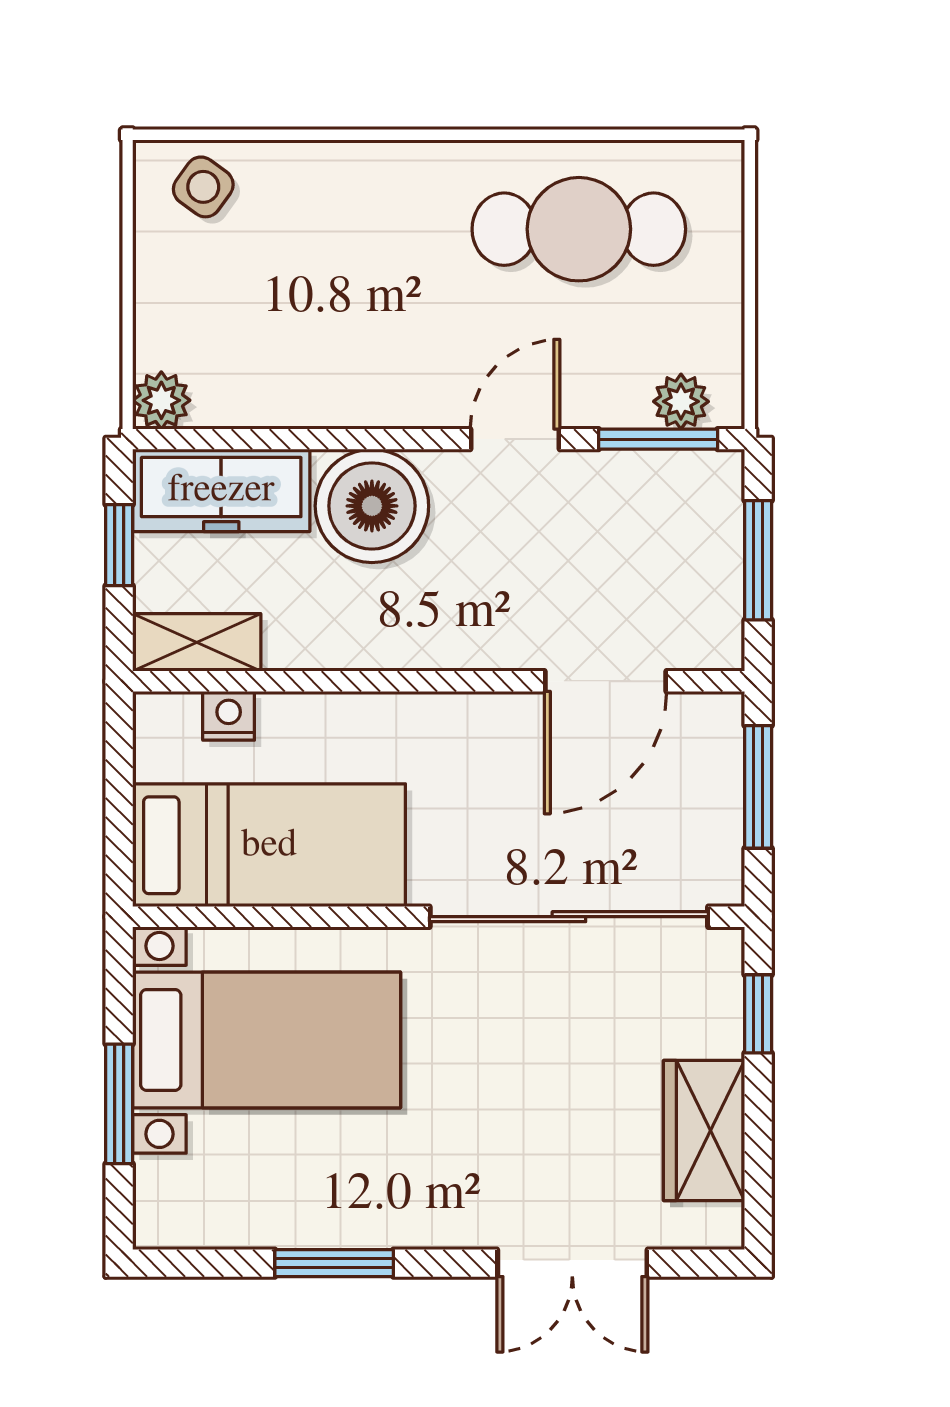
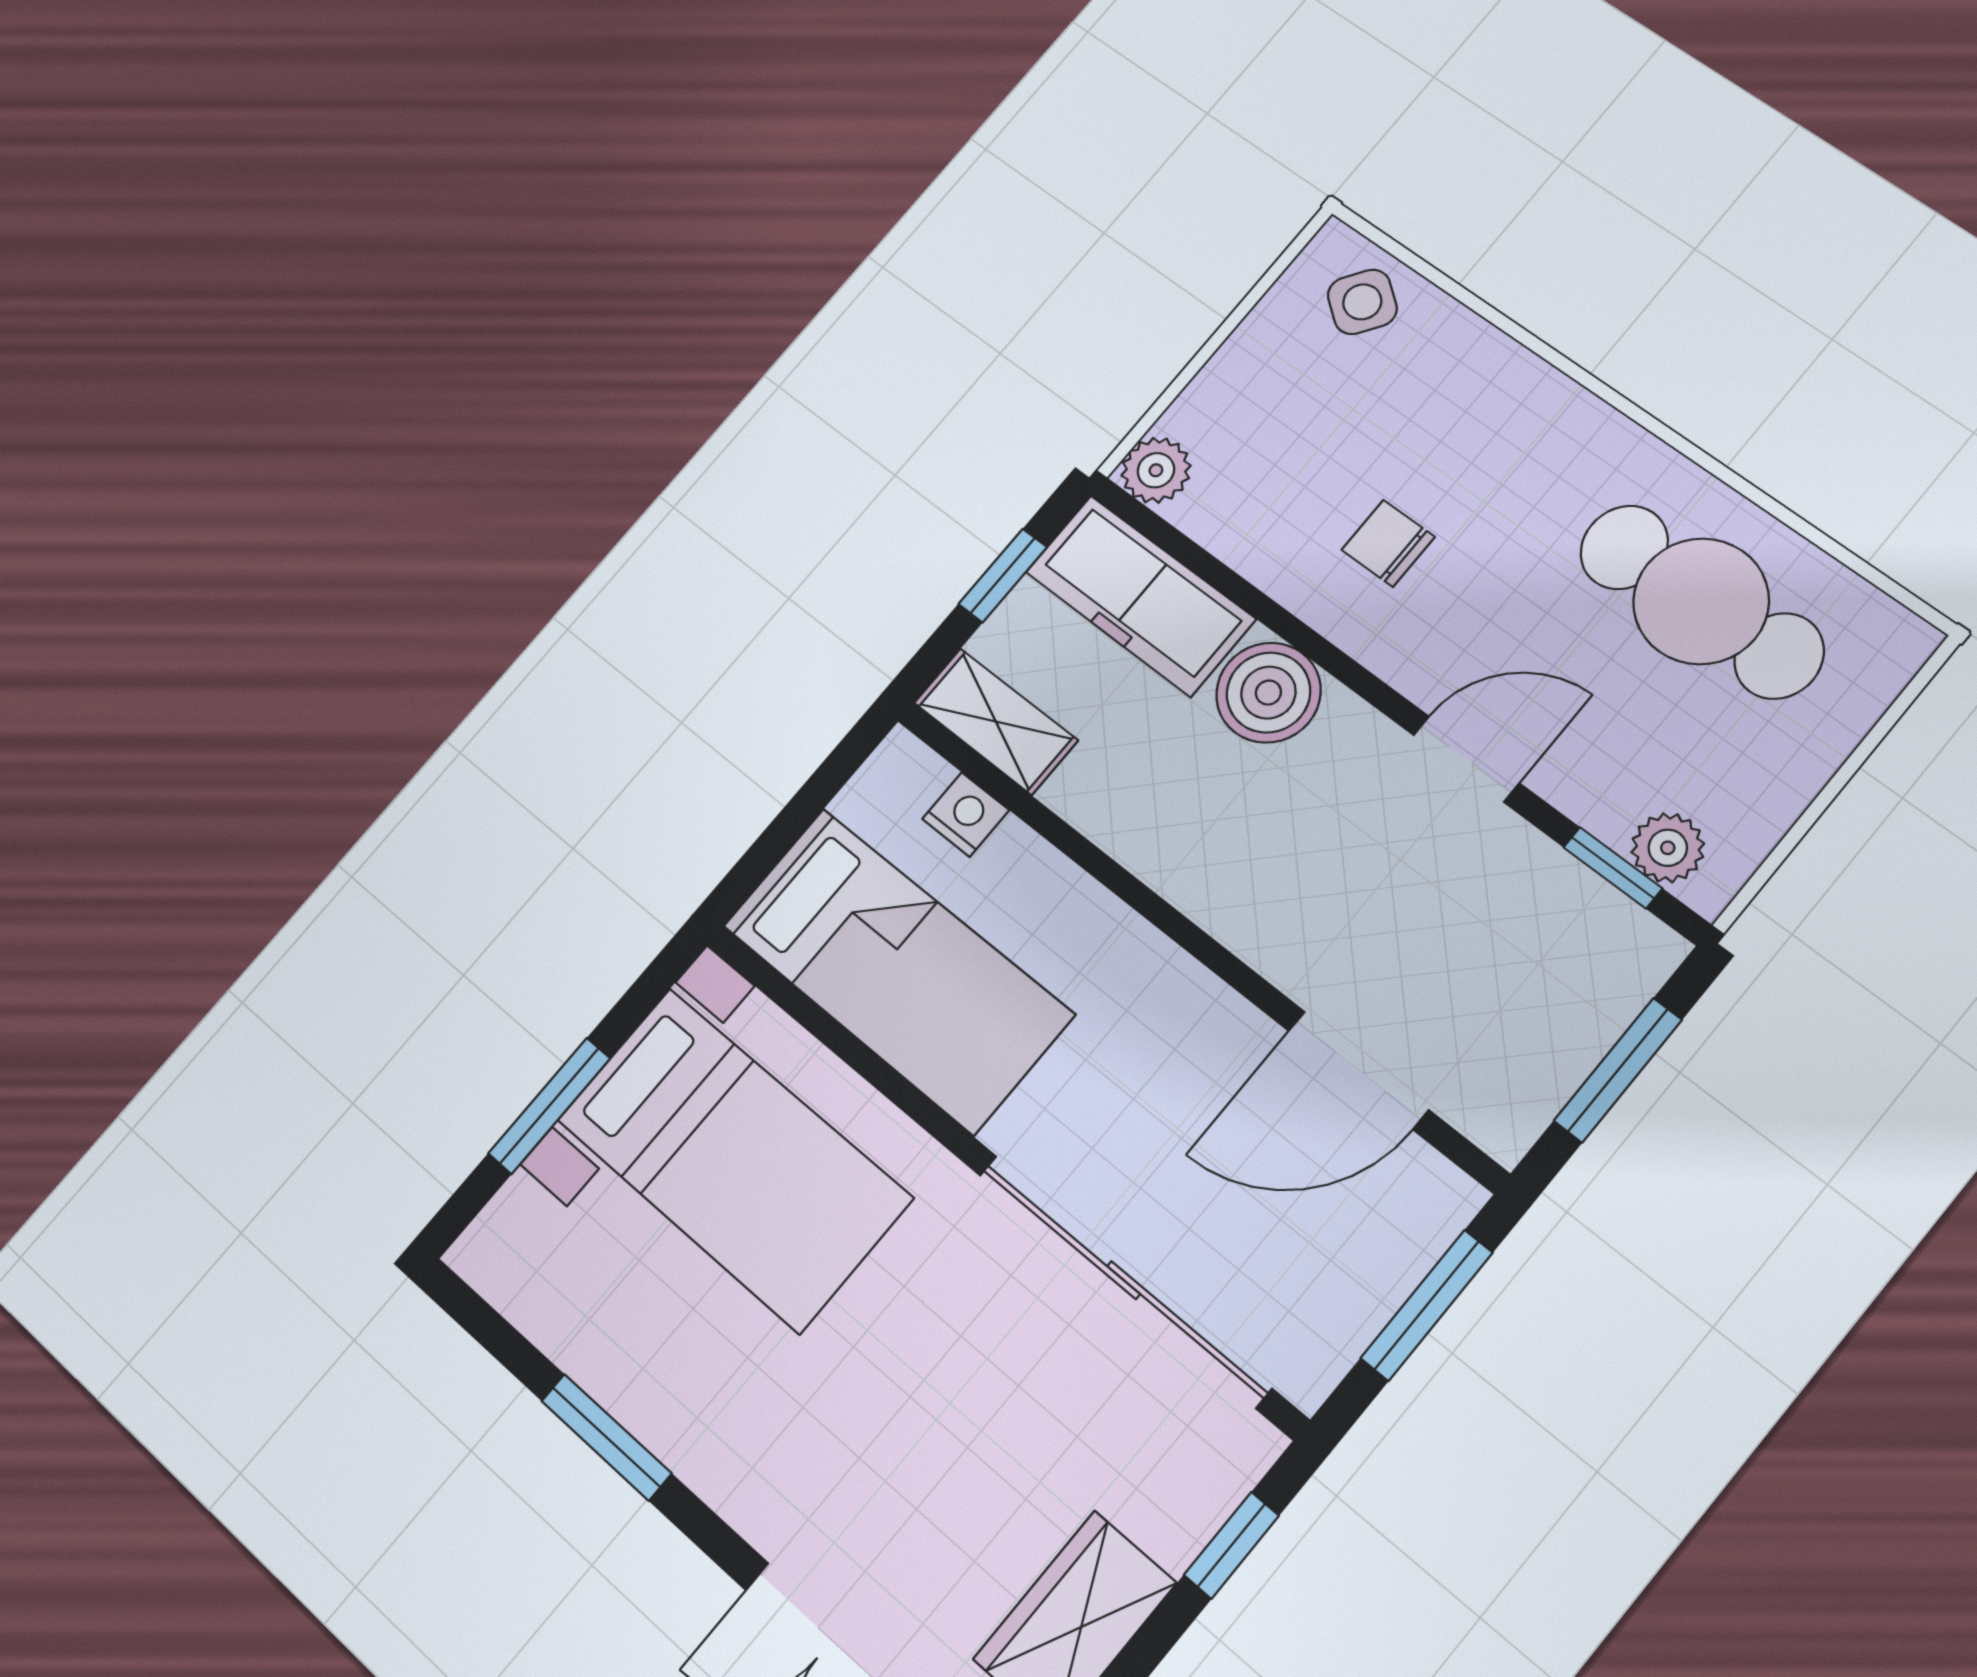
chair: (353, 337) -> (1388, 543), added
window: (658, 439) -> (1613, 868), width x0.67
boiler: (372, 506) -> (1268, 693), width x0.73, depth x0.73

